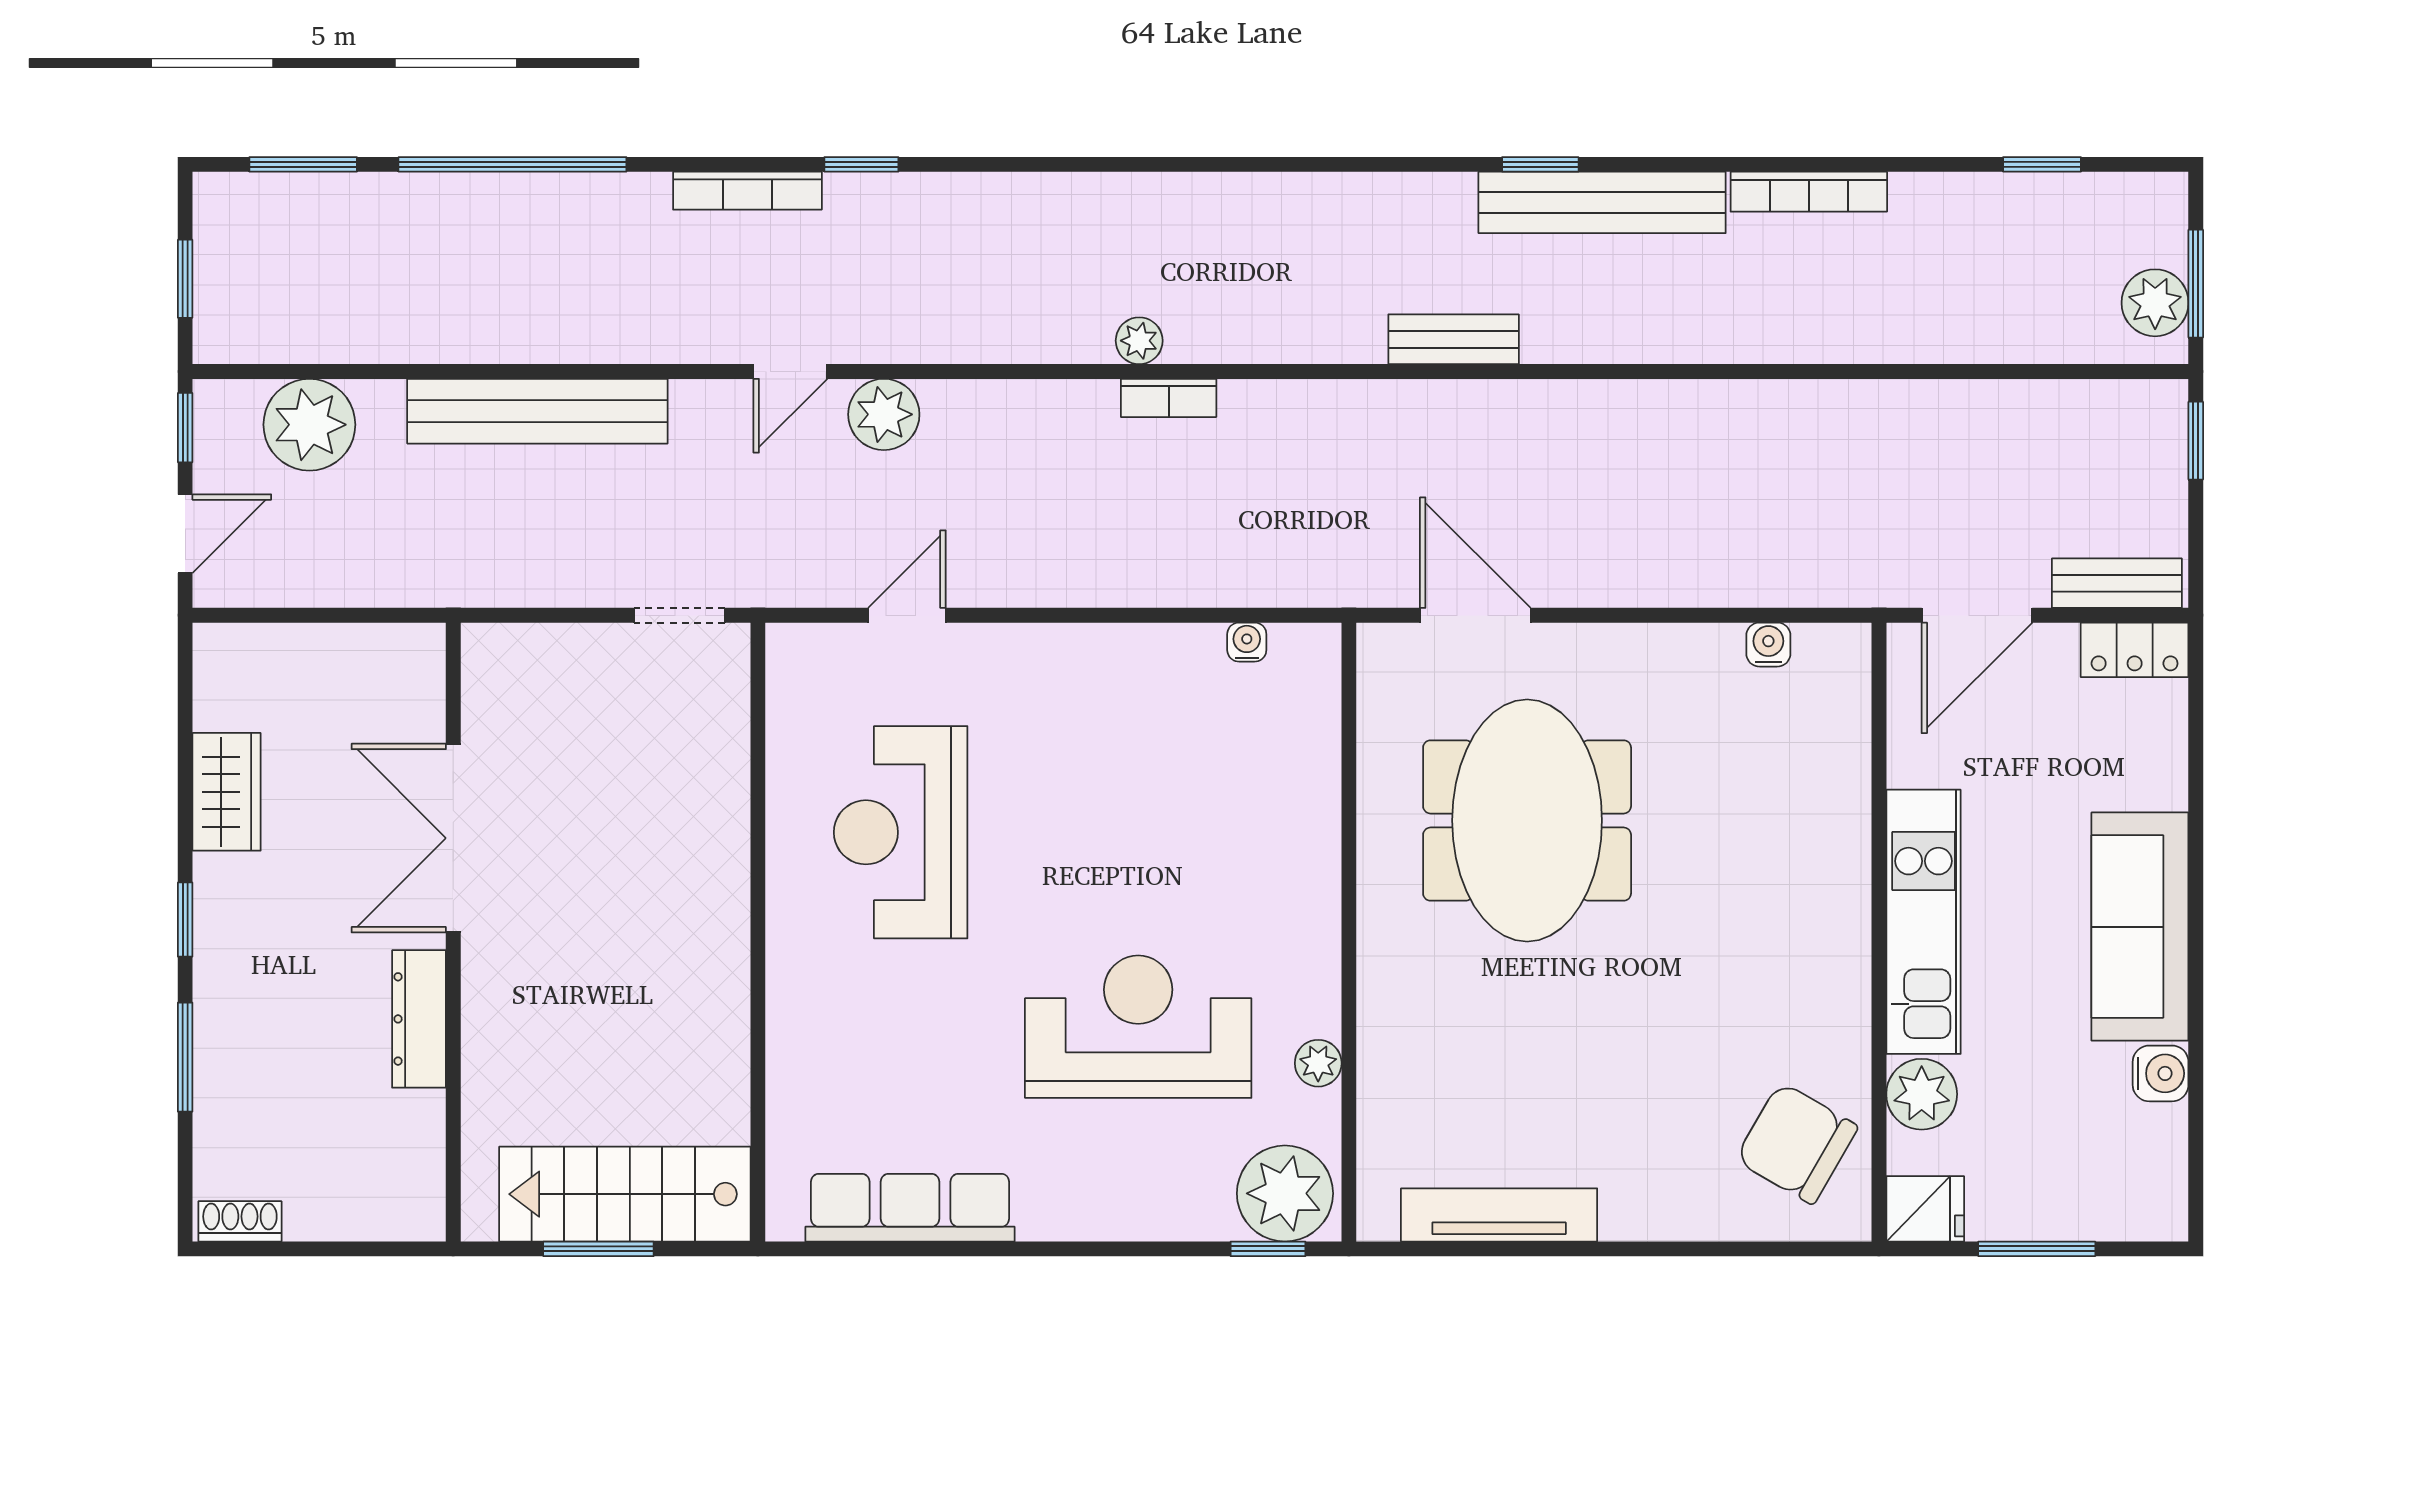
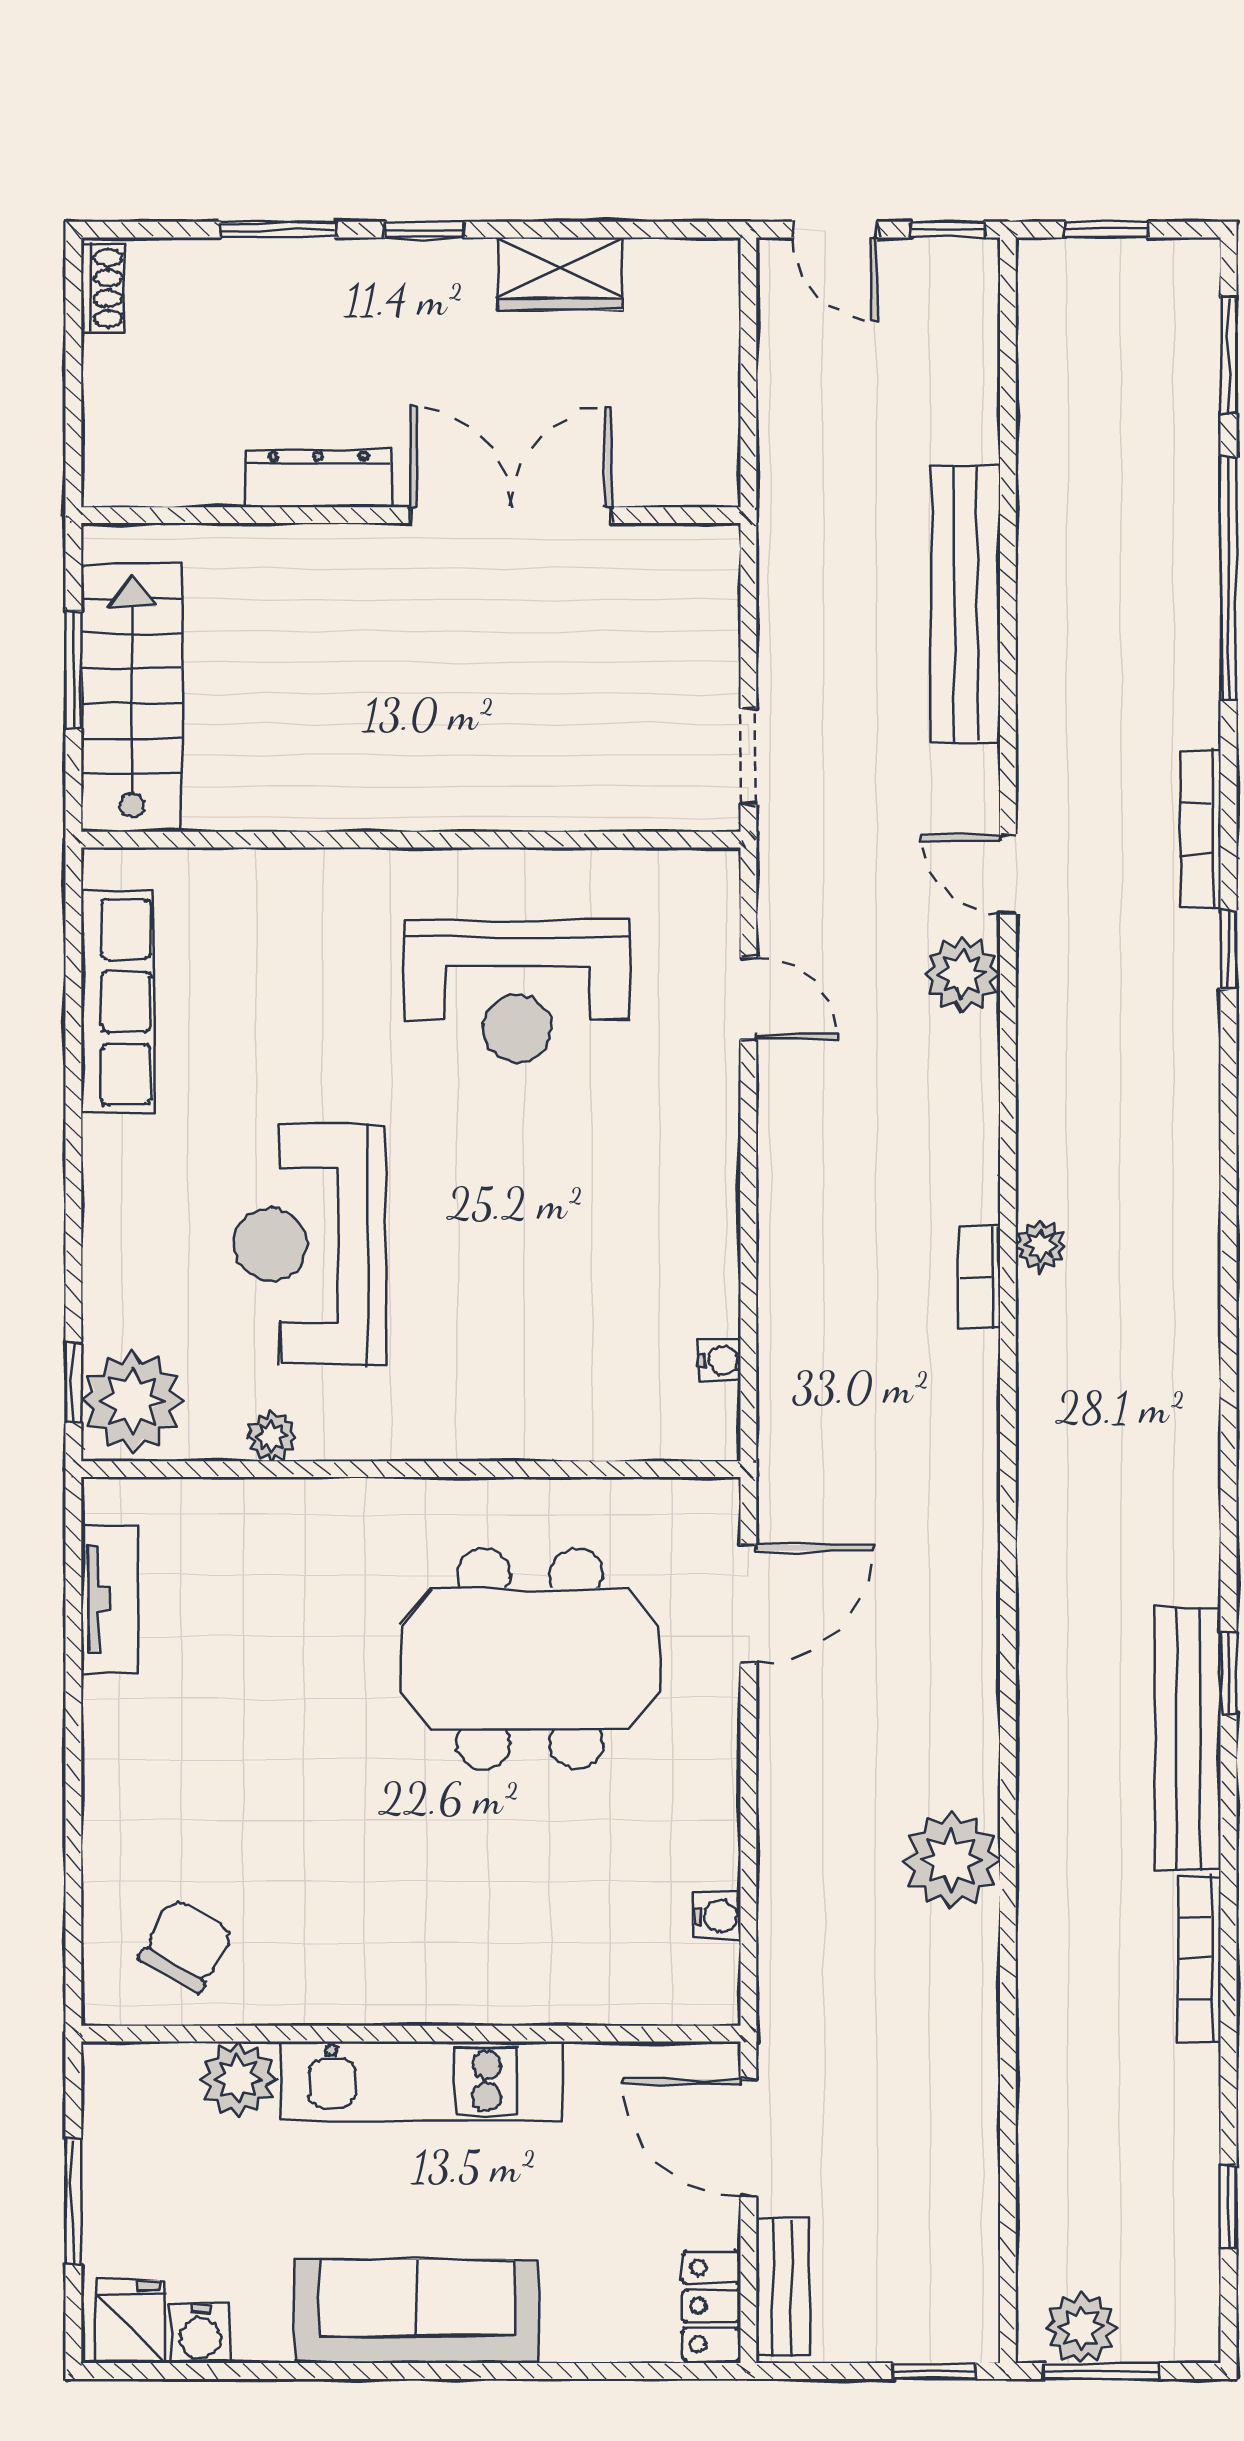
bench: (1454, 339) -> (1042, 1581), removed
plant: (309, 425) -> (951, 1860), moved
reception desk: (901, 832) -> (517, 992), turned 180
reception desk: (1138, 1027) -> (310, 1245), turned 180
water cooler: (2161, 1073) -> (200, 2334), moved
chair: (1796, 1143) -> (186, 1946), width x0.73, depth x0.73
fridge: (1925, 1209) -> (131, 2322), moved, turned 180
tv unit: (1499, 1215) -> (110, 1599), width x0.71

